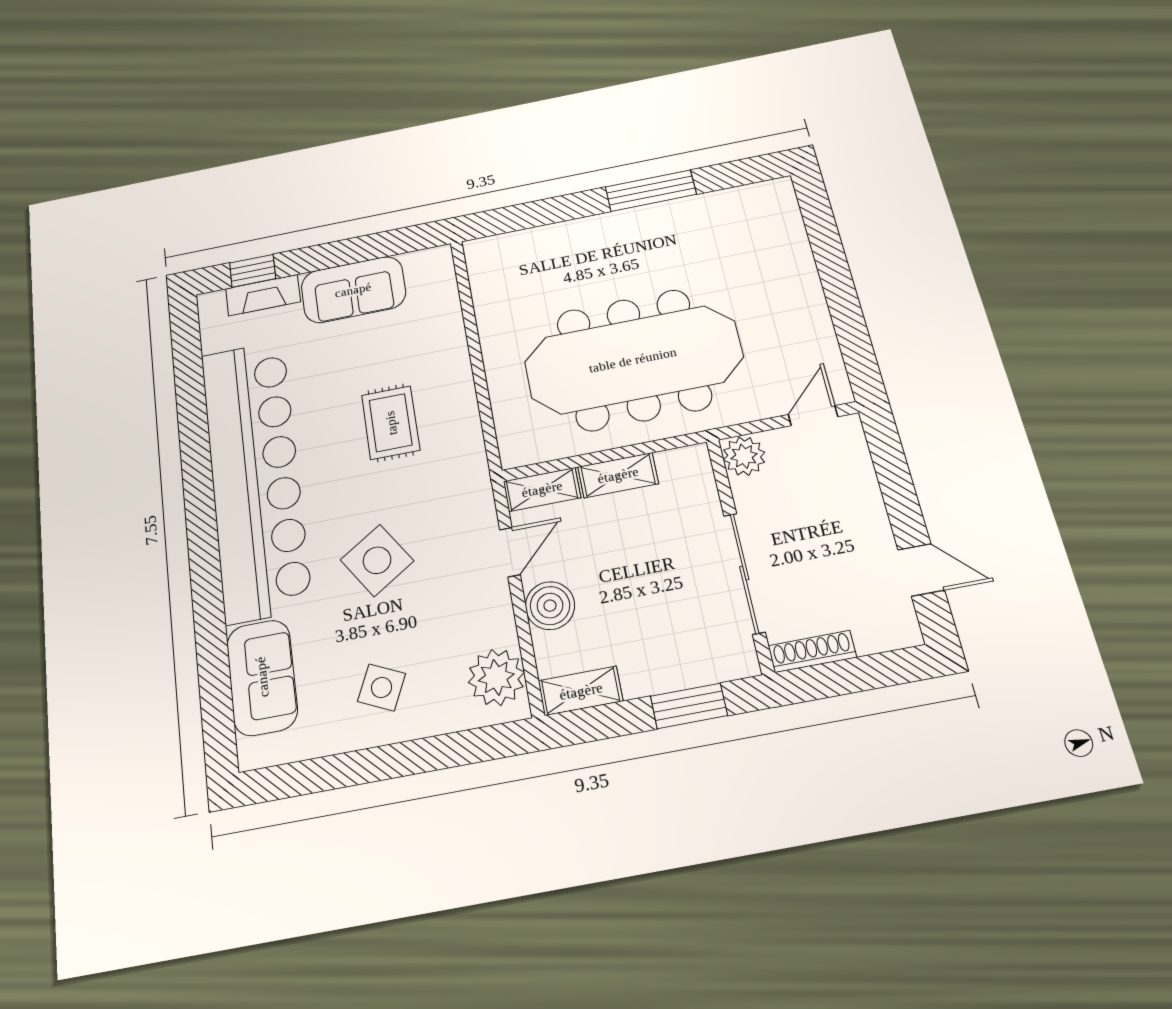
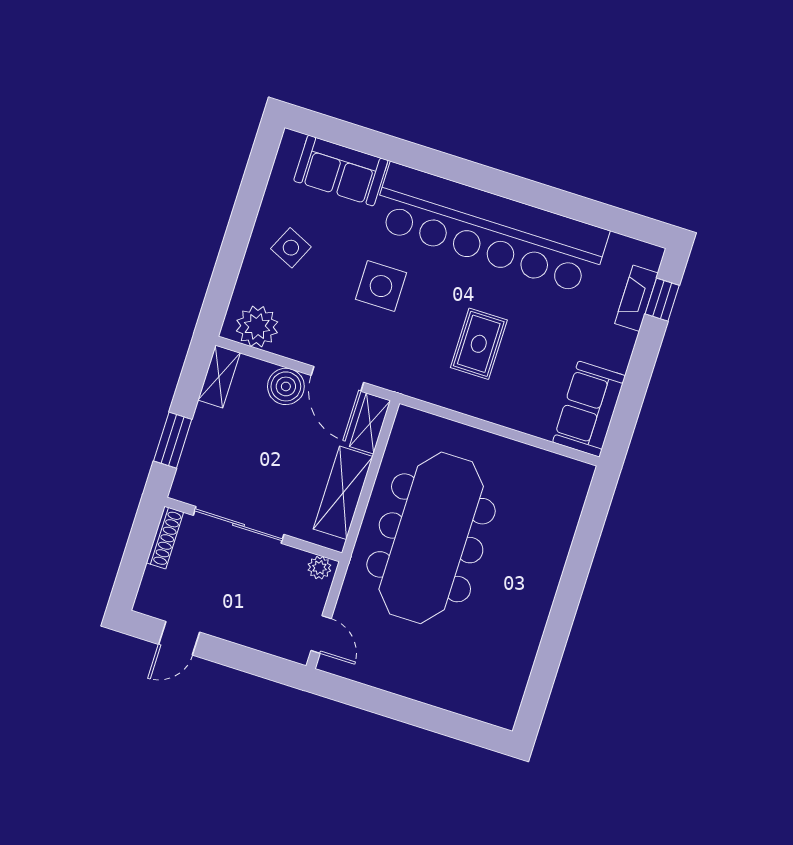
window: (651, 191) -> (559, 625), removed
sofa: (353, 290) -> (589, 409), moved
rug: (391, 423) -> (479, 344), turned 90
plant: (744, 456) -> (319, 568), width x0.73, depth x0.73
shelving: (618, 475) -> (343, 493), width x1.50, depth x1.33
door: (510, 552) -> (337, 379), width x1.38
side table: (377, 560) -> (381, 286), turned 33

